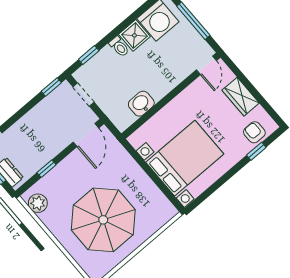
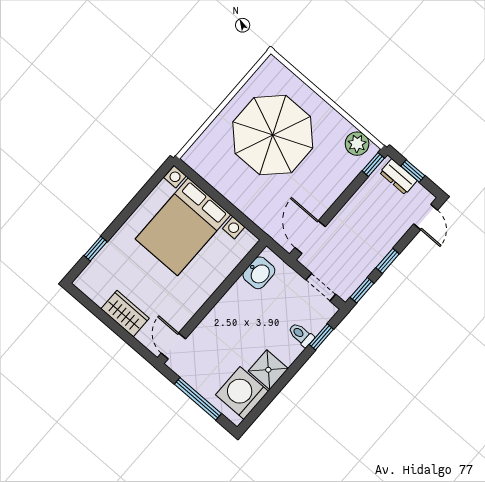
toilet: (119, 47) -> (301, 335), moved
washbasin: (141, 104) -> (259, 273), moved
window: (28, 107) -> (388, 261), added
armchair: (254, 132) -> (101, 272), removed
window: (46, 169) -> (373, 164), moved

